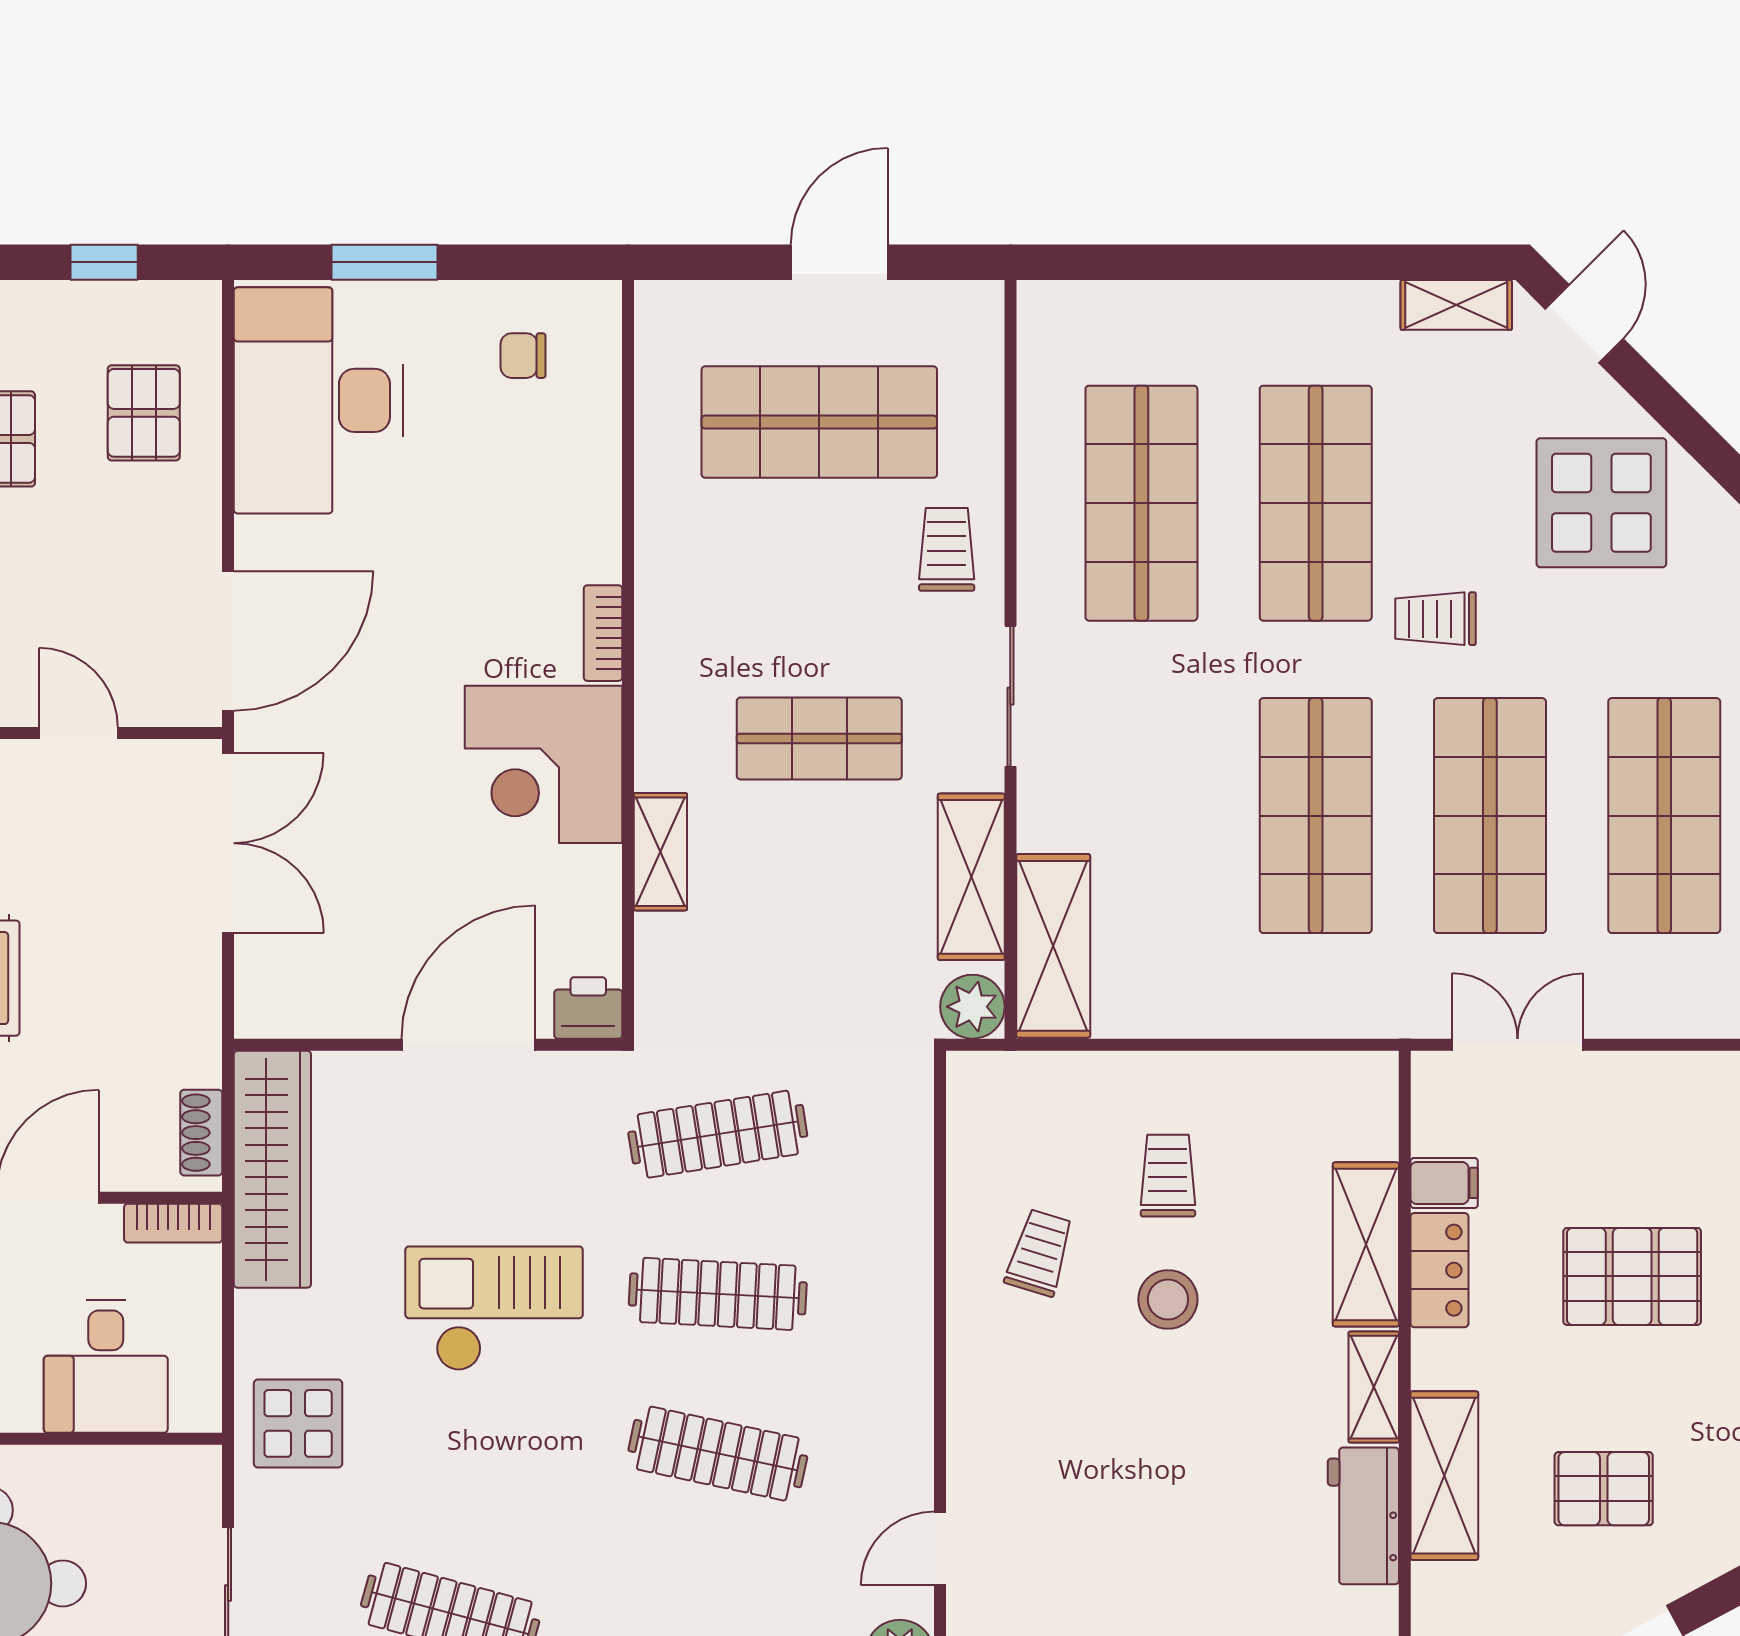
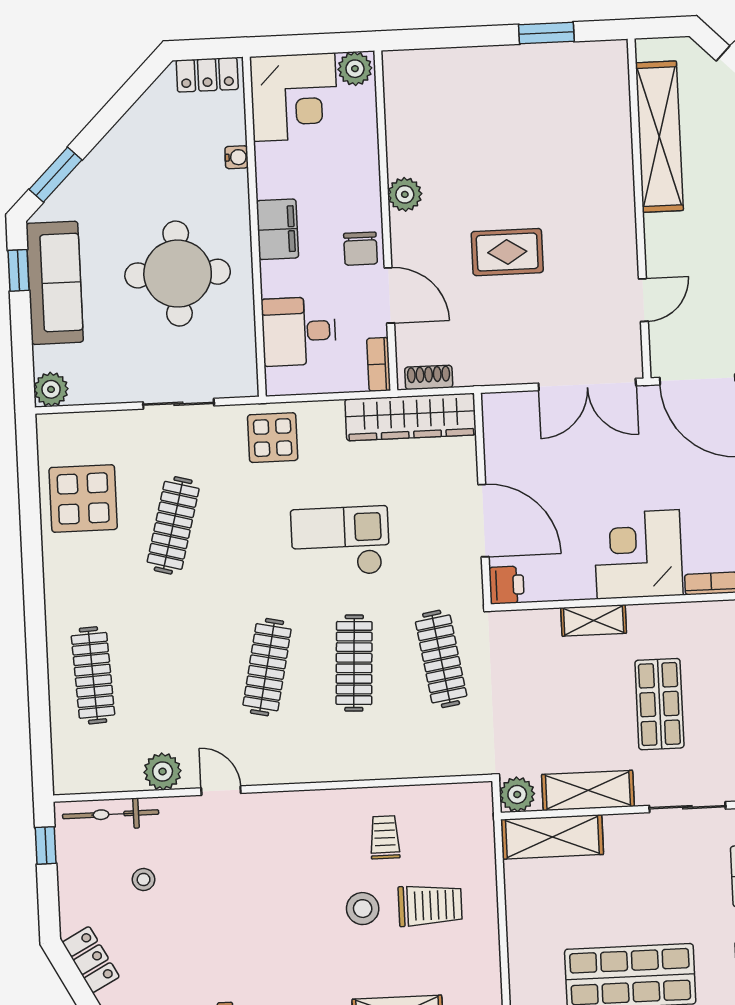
trolley: (1168, 1176) -> (430, 905), width x1.36, depth x1.39
trolley: (1040, 1253) -> (385, 837), turned -107
checkout: (494, 1309) -> (340, 541), turned -90

